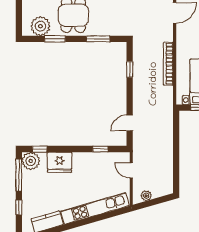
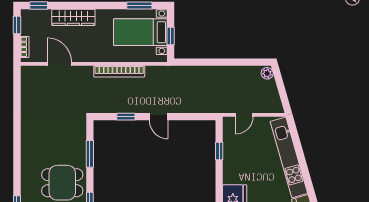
door: (130, 123) -> (159, 117), moved
plant: (146, 196) -> (267, 73), moved

